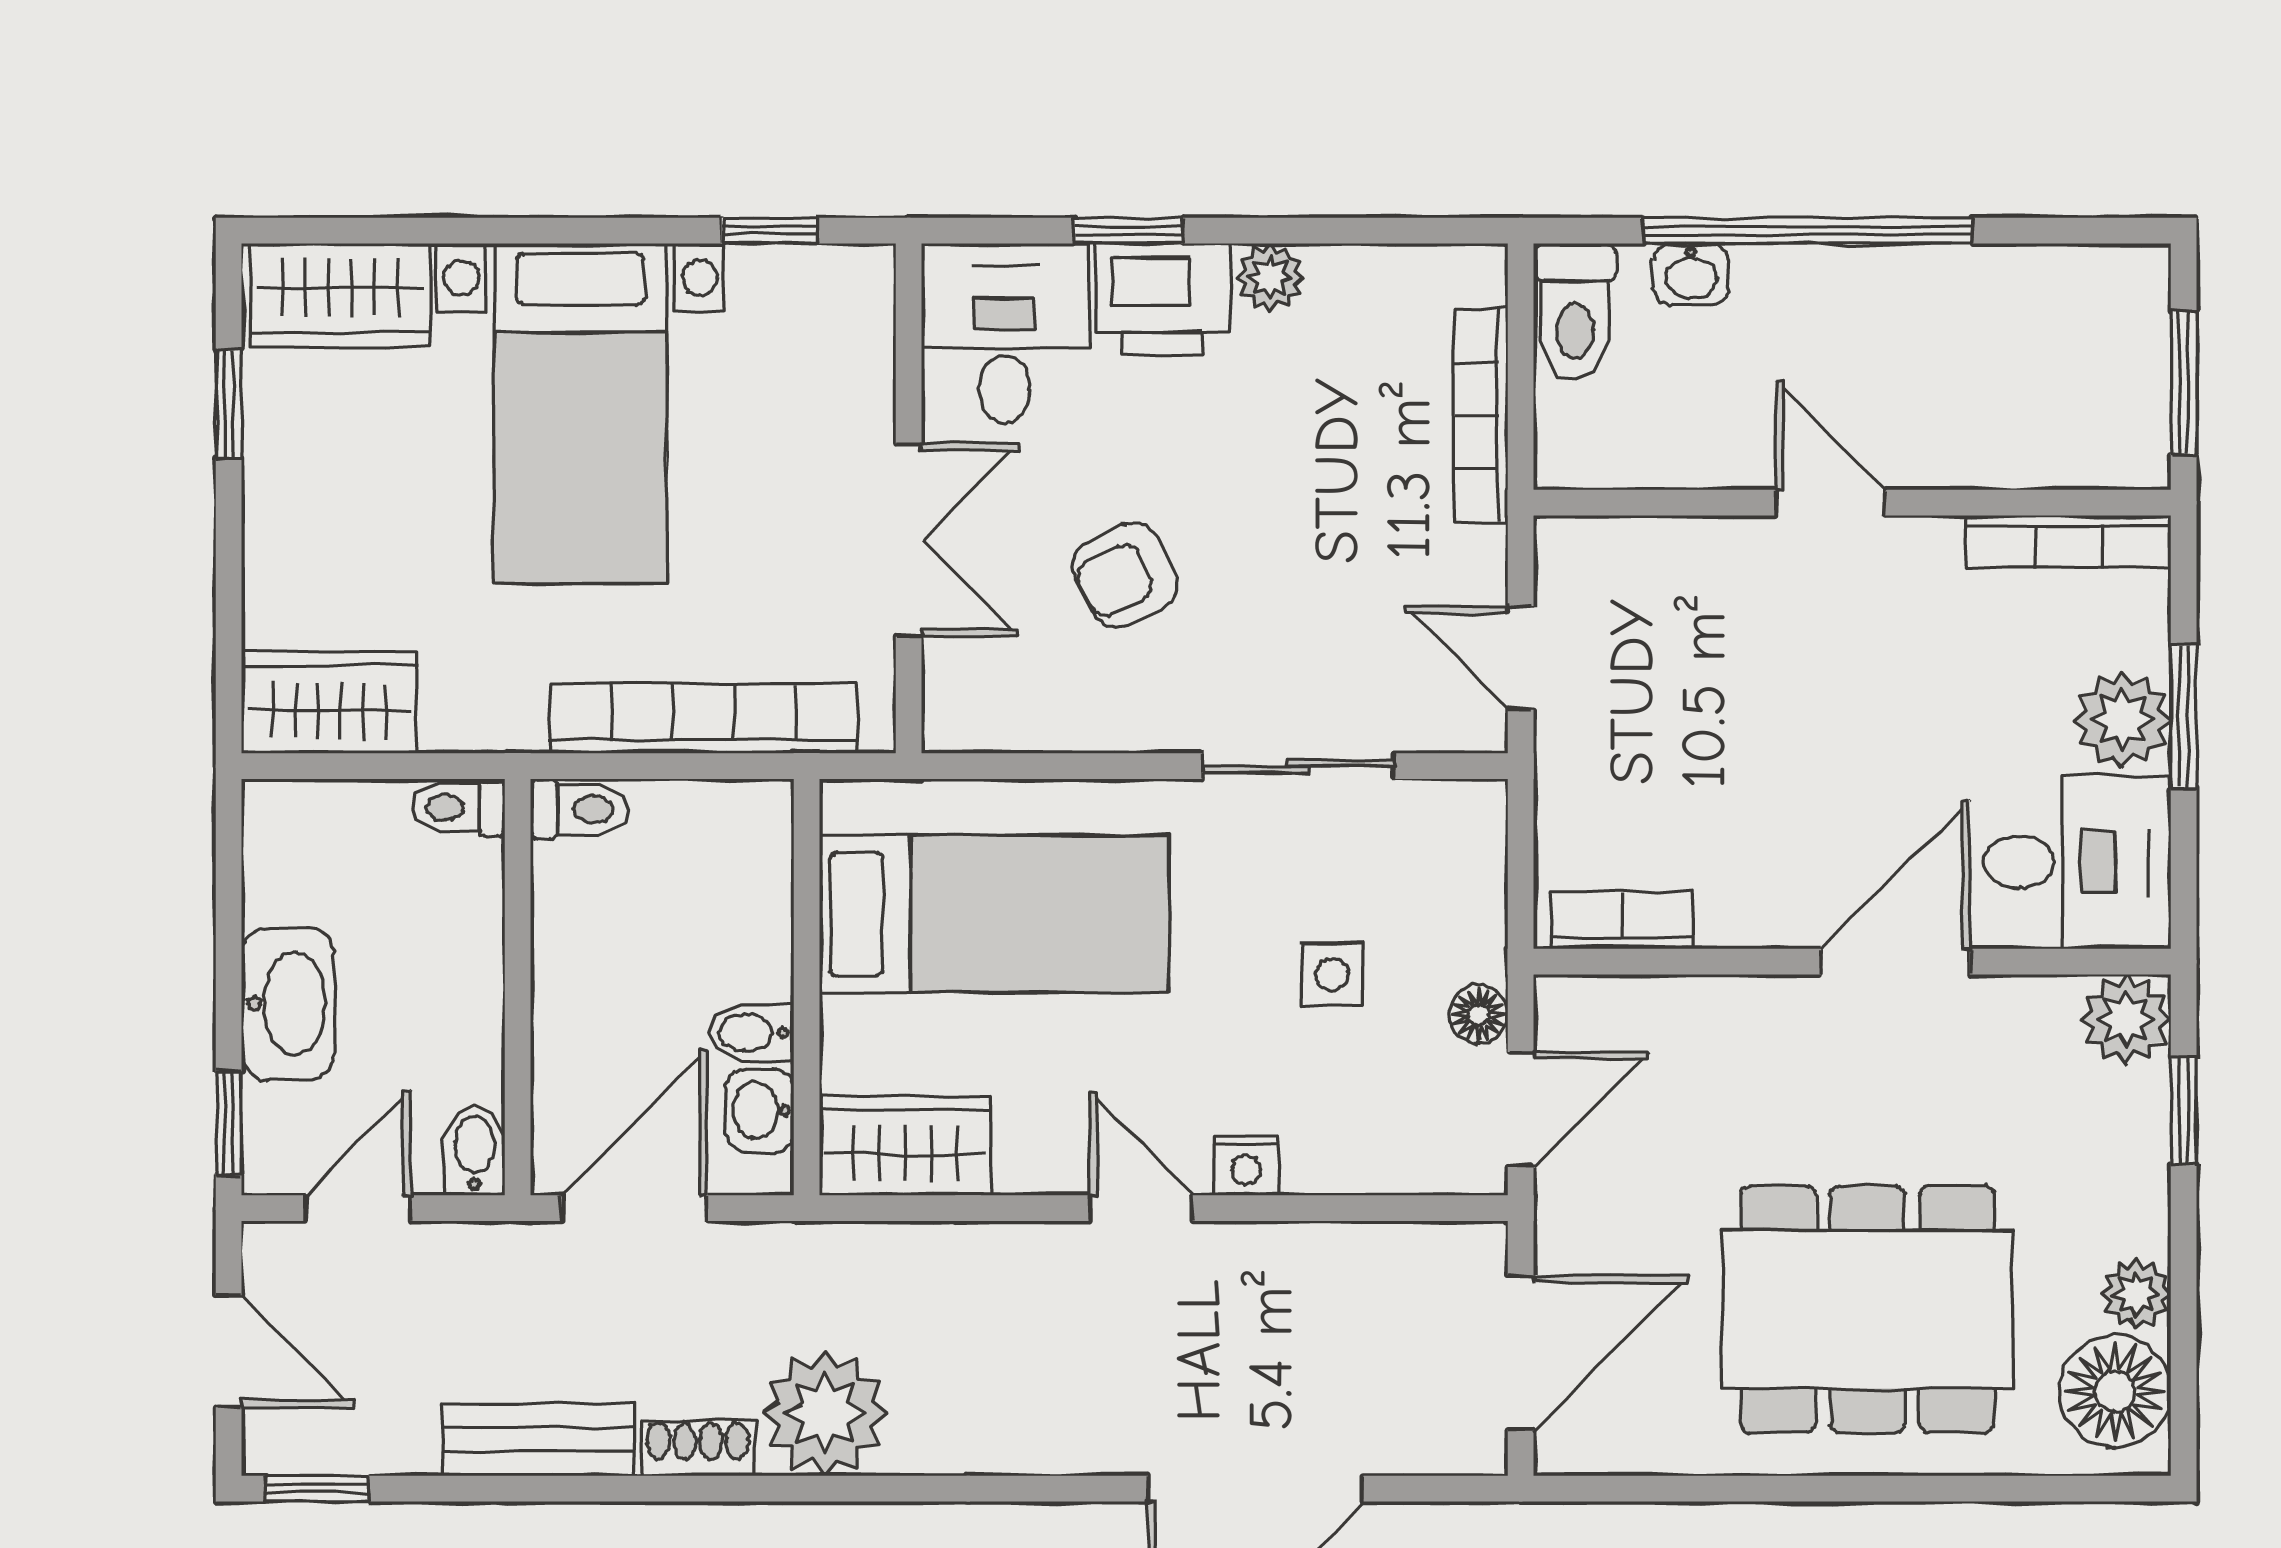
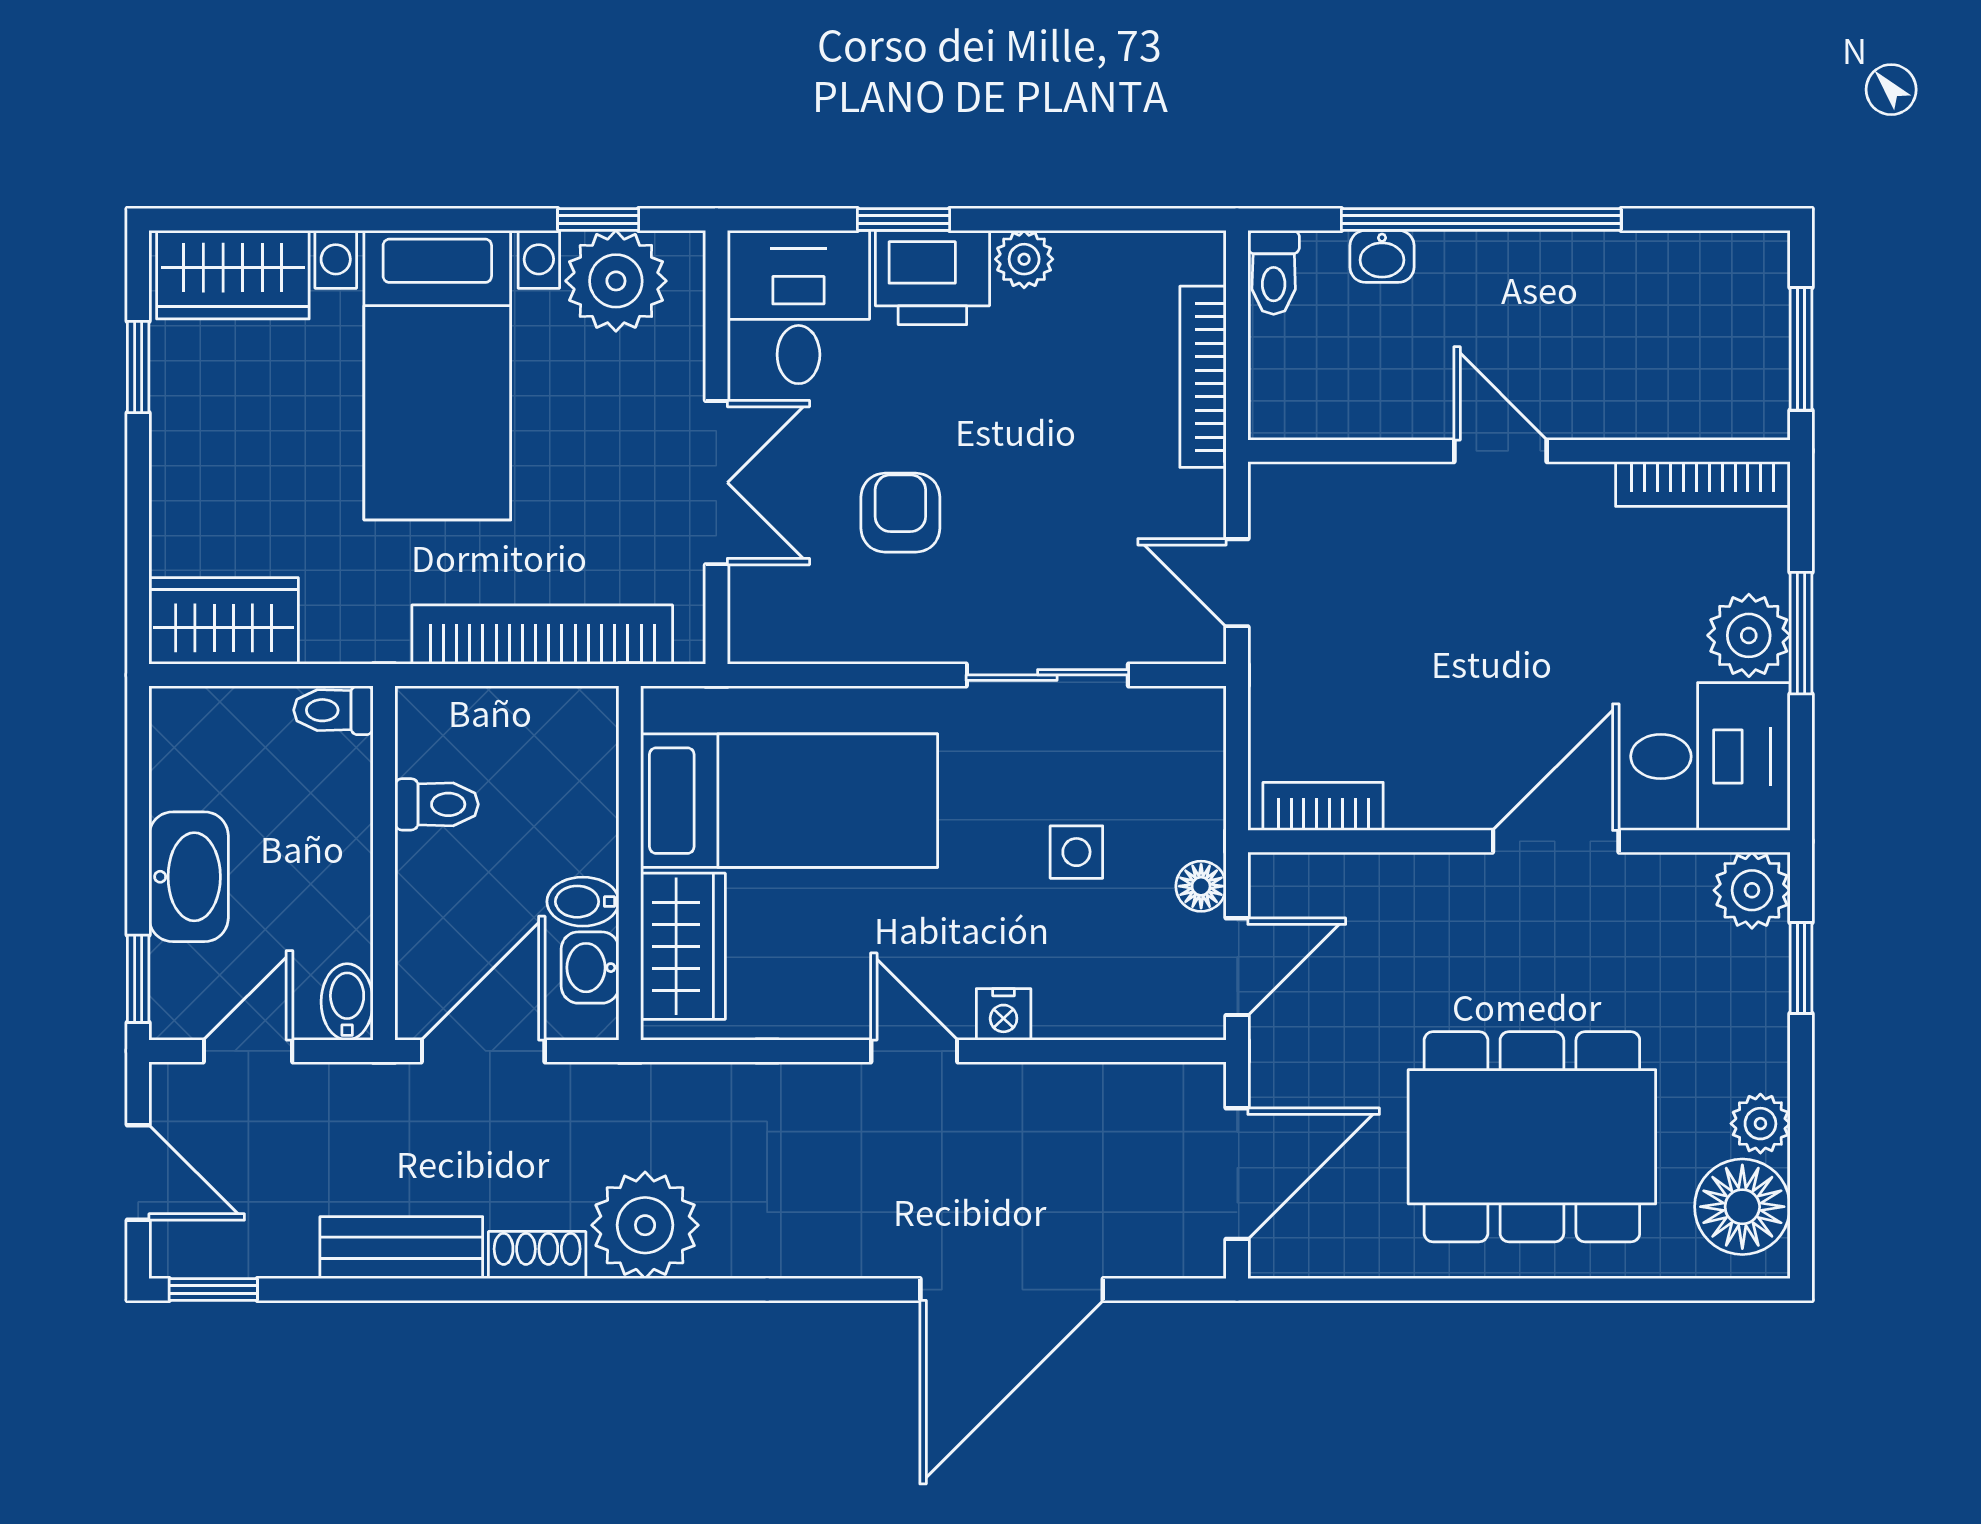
plant: (791, 303) -> (616, 281), added
toilet: (1575, 312) -> (1274, 272), width x0.73, depth x0.72
armchair: (1125, 575) -> (900, 513), turned 116
toilet: (580, 809) -> (437, 804), moved
wardrobe: (905, 1146) -> (683, 946), moved, turned 90

